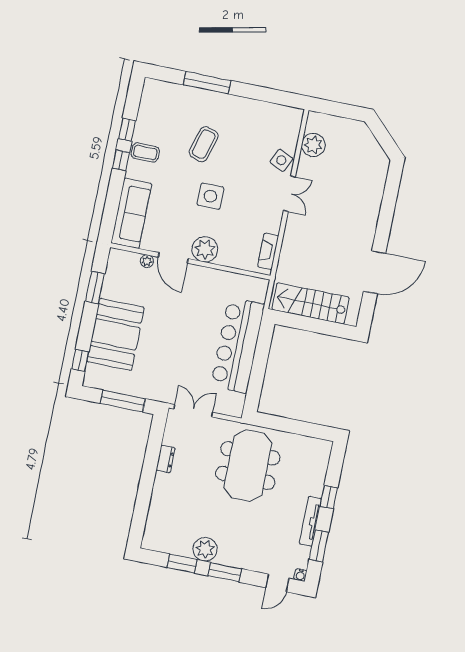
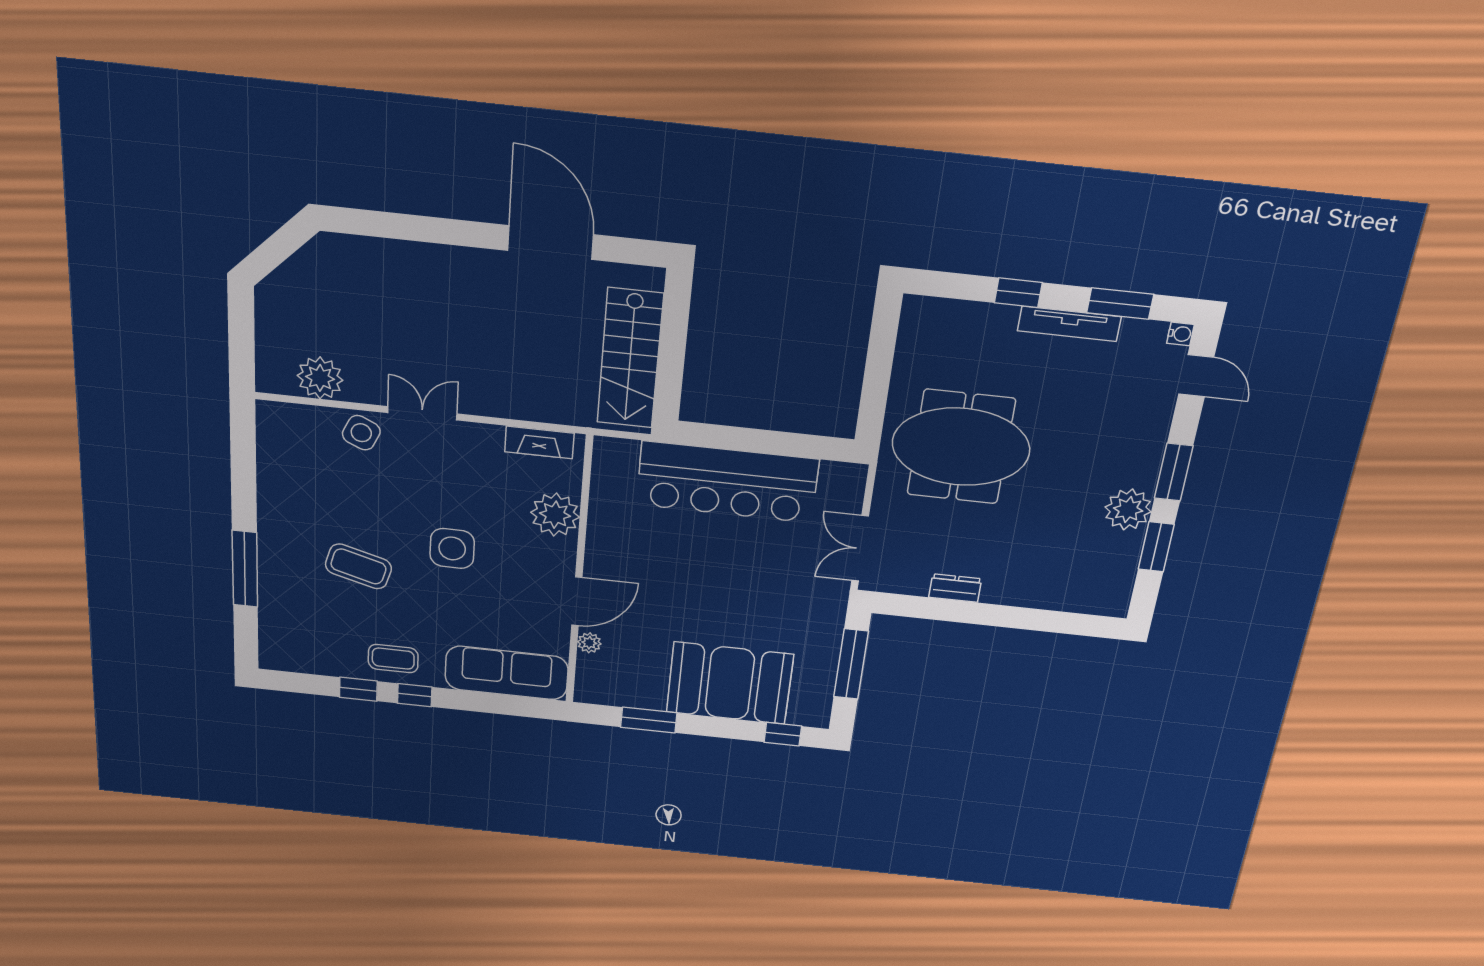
coffee table: (145, 153) -> (393, 659), turned 90
plant: (205, 249) -> (555, 515), moved

